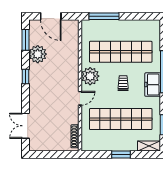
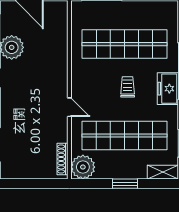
plant: (90, 76) -> (83, 167), moved
door: (80, 98) -> (69, 107), hinge flipped

